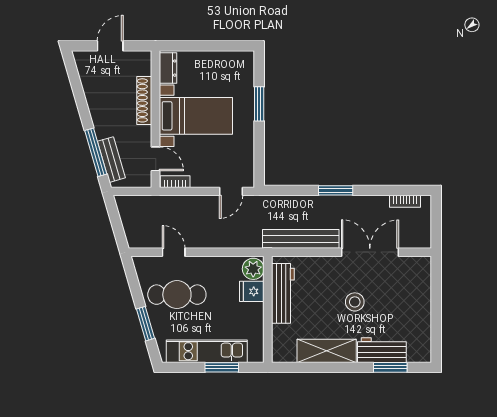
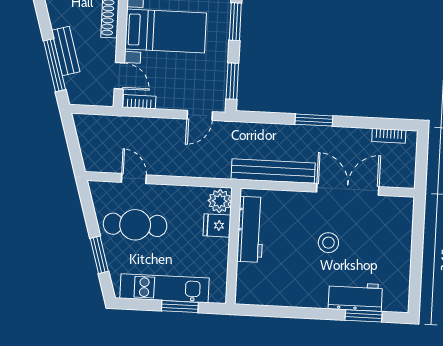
window: (259, 159) -> (232, 81), added
bench: (111, 160) -> (66, 51), moved
shelving: (327, 351) -> (295, 294), removed

